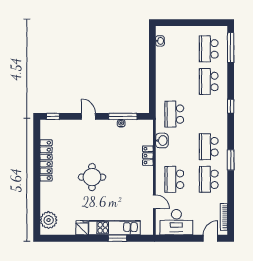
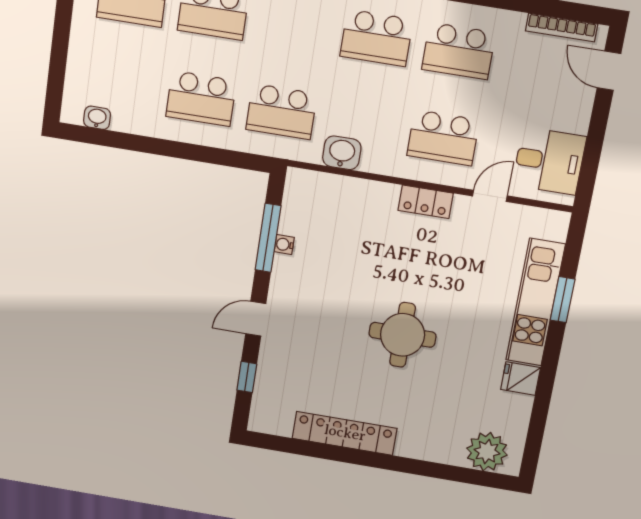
school desk: (174, 81) -> (201, 99), added
window: (53, 116) -> (247, 377), moved
locker: (148, 156) -> (426, 202), moved
desk: (176, 222) -> (549, 161), width x0.73

